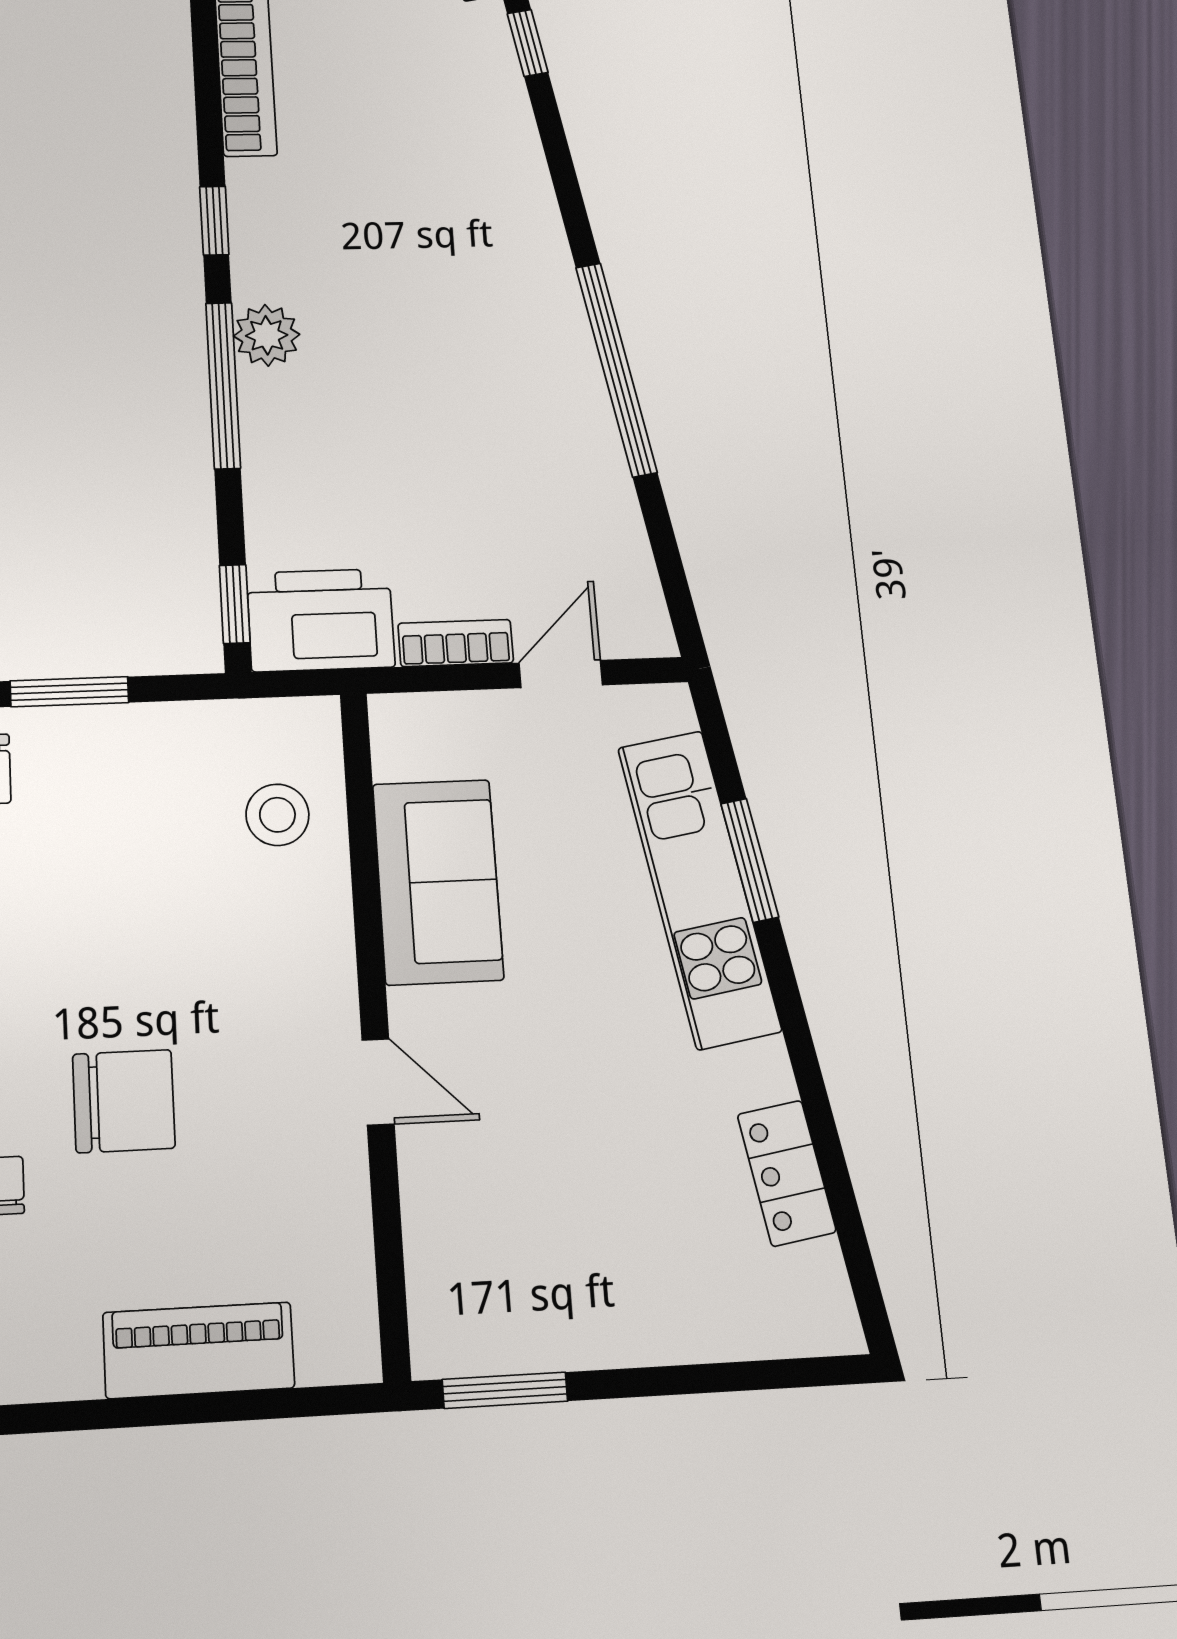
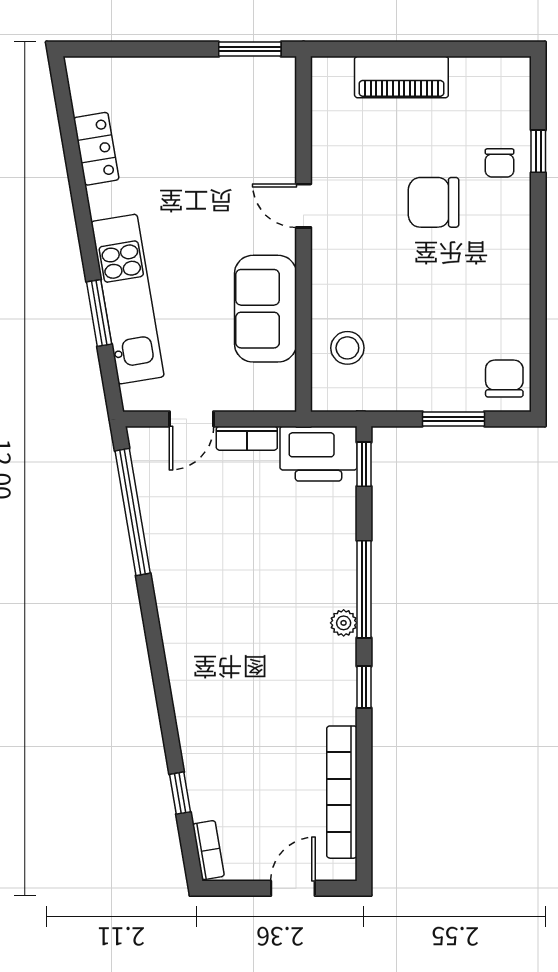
plant: (267, 335) -> (344, 623), width x0.73, depth x0.73
window: (616, 369) -> (133, 512), moved

